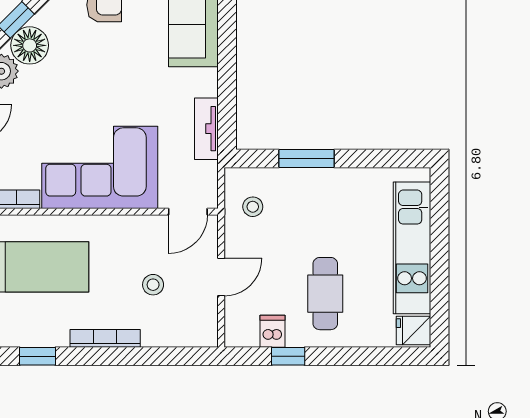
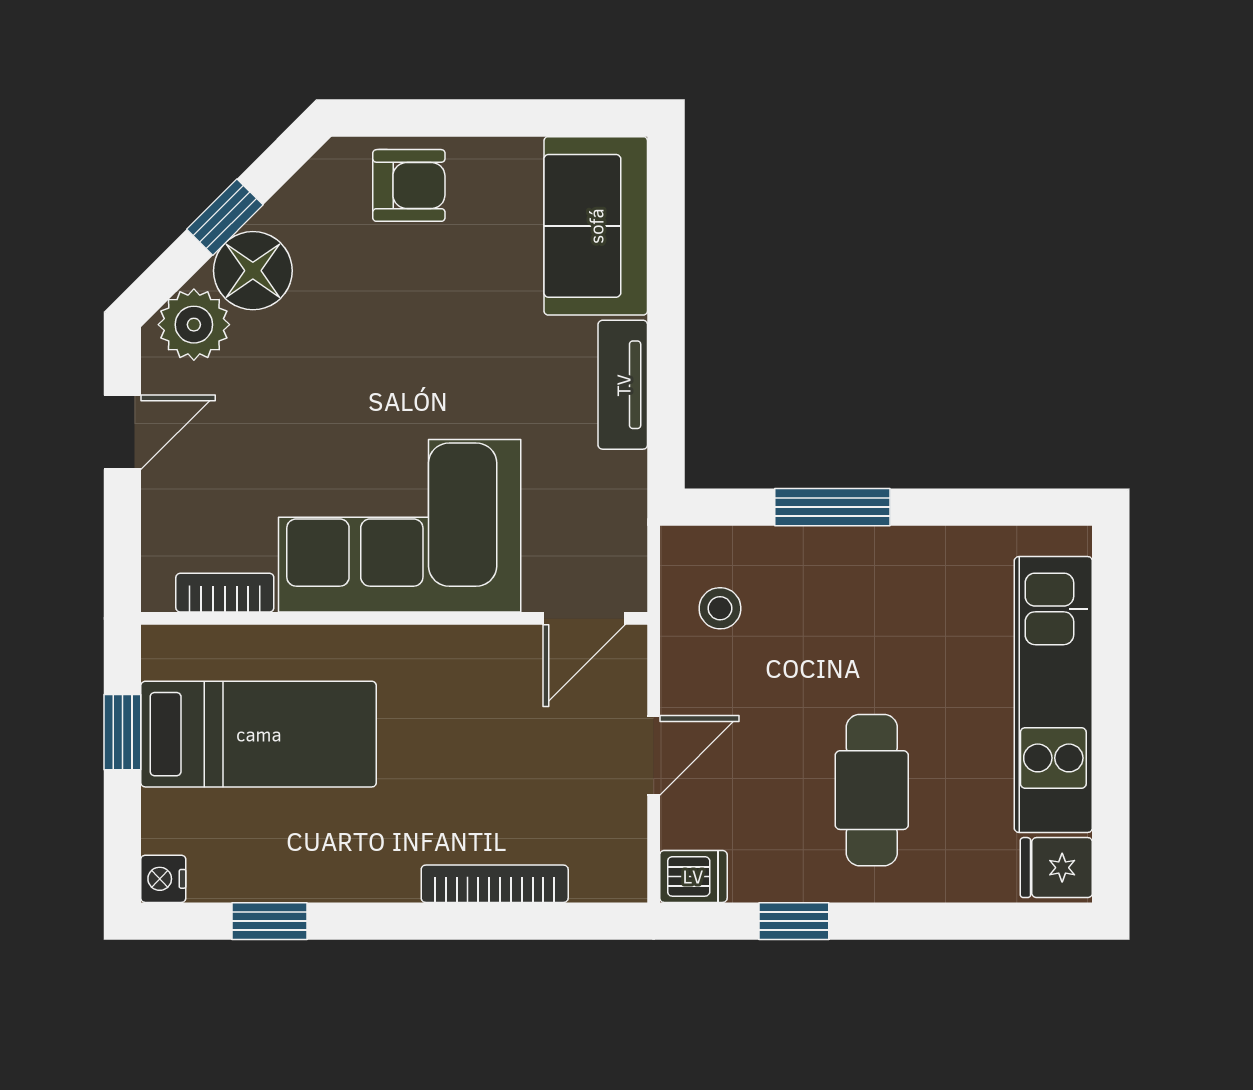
tv unit: (206, 129) -> (623, 385), moved
stool: (153, 285) -> (511, 771), removed
dishwasher: (273, 331) -> (693, 876), moved, turned 90
bookcase: (105, 338) -> (495, 884), moved

